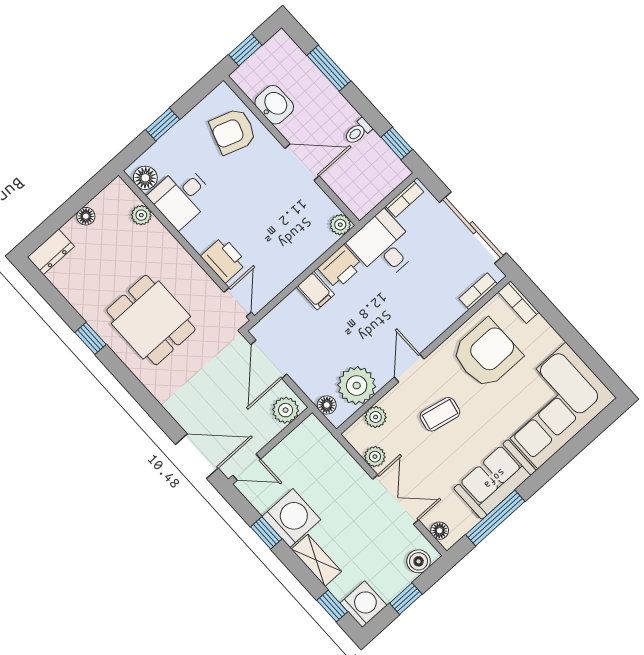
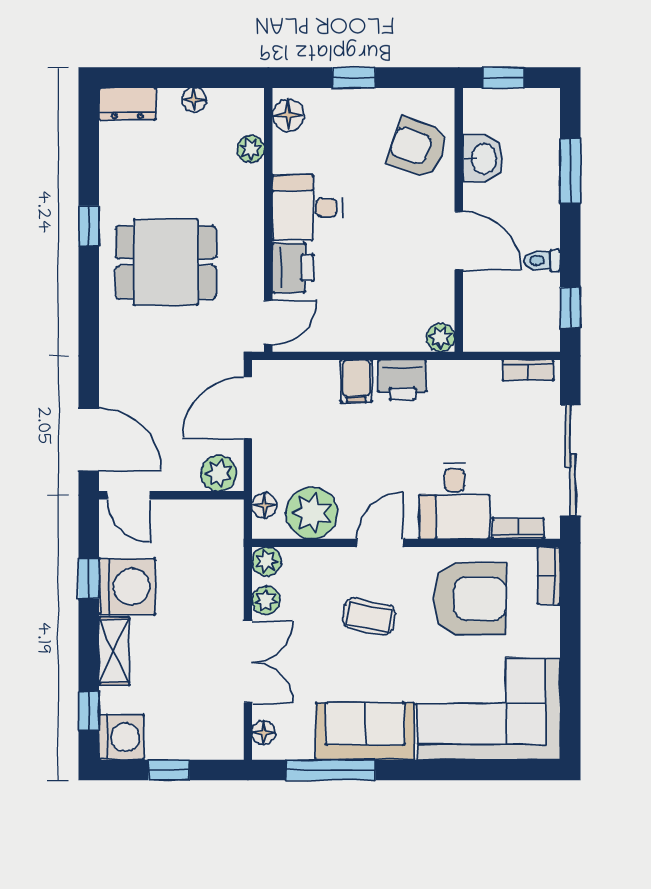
desk: (181, 196) -> (307, 208), moved
desk: (383, 246) -> (454, 501), moved, turned 180
dining table: (151, 320) -> (166, 262), turned 90
plant: (376, 417) -> (266, 561), moved
boiler: (419, 561) -> (215, 744), removed

